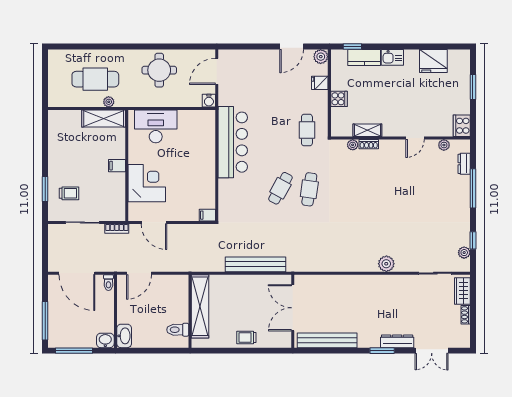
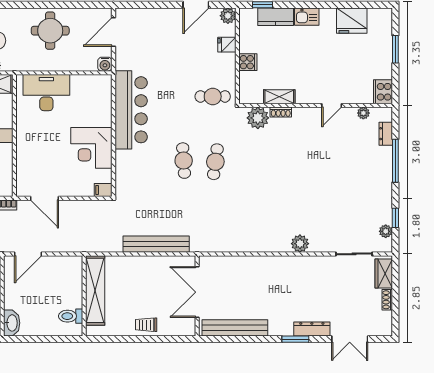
cafe table: (307, 130) -> (213, 96), turned 90
plant: (353, 145) -> (258, 118), width x1.88, depth x1.88
corner desk: (147, 183) -> (91, 148), moved, turned 180
cafe table: (280, 188) -> (184, 161), turned -33

